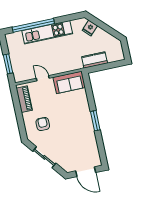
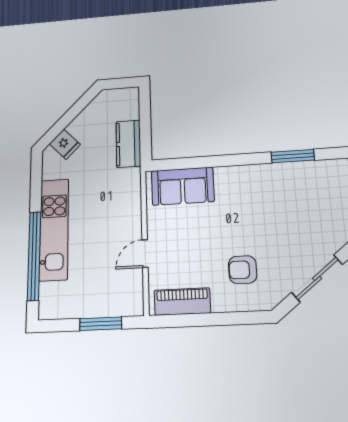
sofa: (69, 82) -> (183, 186), moved, turned 90
window: (95, 121) -> (293, 156), moved

